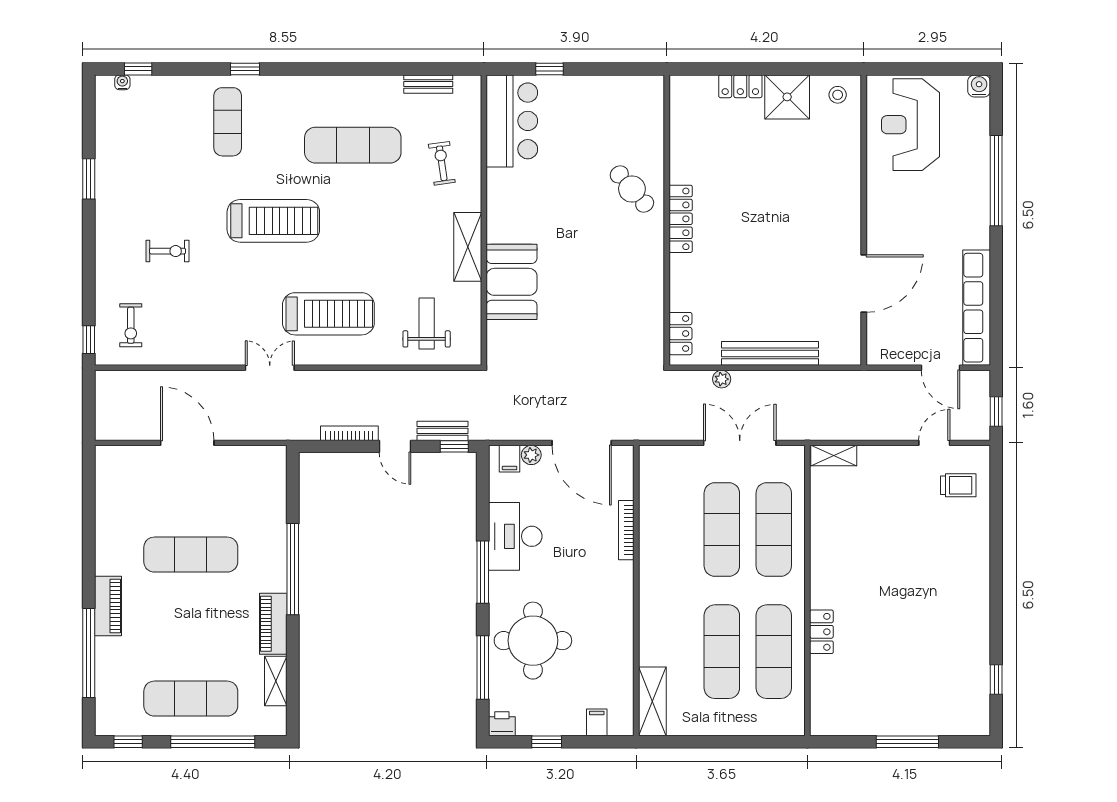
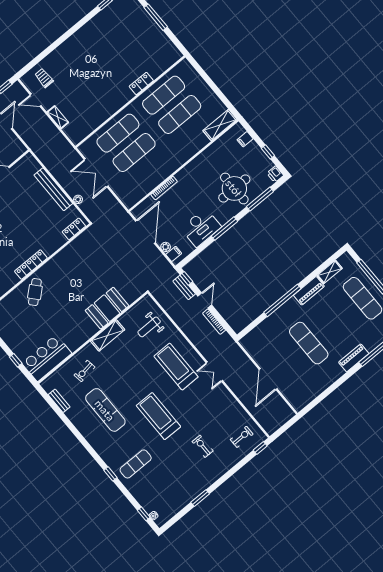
shelving: (834, 455) -> (58, 117), moved

